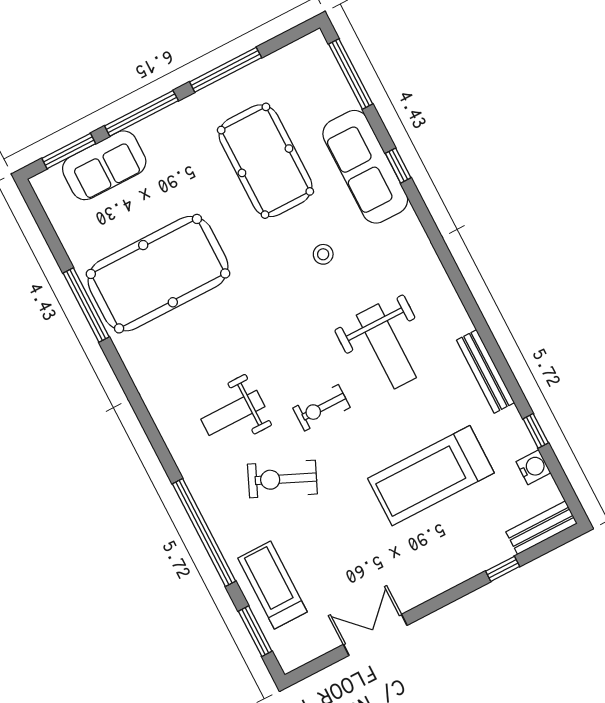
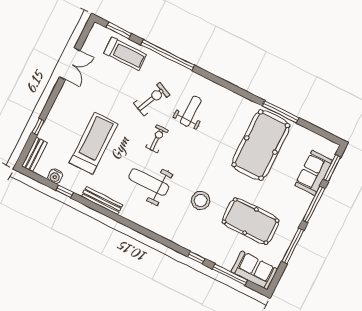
window: (351, 74) -> (230, 275), moved
sofa: (365, 167) -> (254, 270), moved, width x0.73
stool: (323, 254) -> (201, 200), width x1.89, depth x1.89

